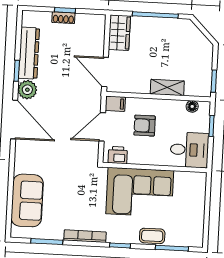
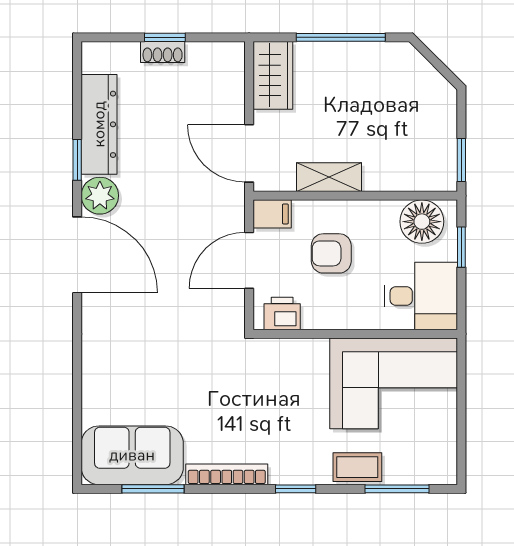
shelving: (167, 87) -> (329, 177), moved
floor lamp: (192, 106) -> (422, 222), width x1.89, depth x1.89
corner sofa: (140, 192) -> (394, 383), moved
sofa: (27, 200) -> (132, 455), moved, turned -90

